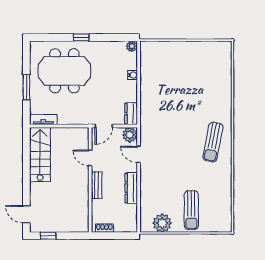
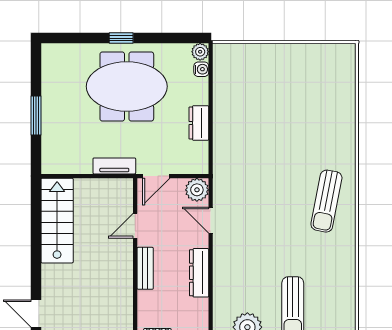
meeting table: (64, 71) -> (127, 86), moved
water cooler: (133, 75) -> (201, 69), moved
dresser: (131, 114) -> (199, 123), moved
tv unit: (43, 120) -> (114, 166), moved
door: (90, 158) -> (135, 226), hinge flipped

